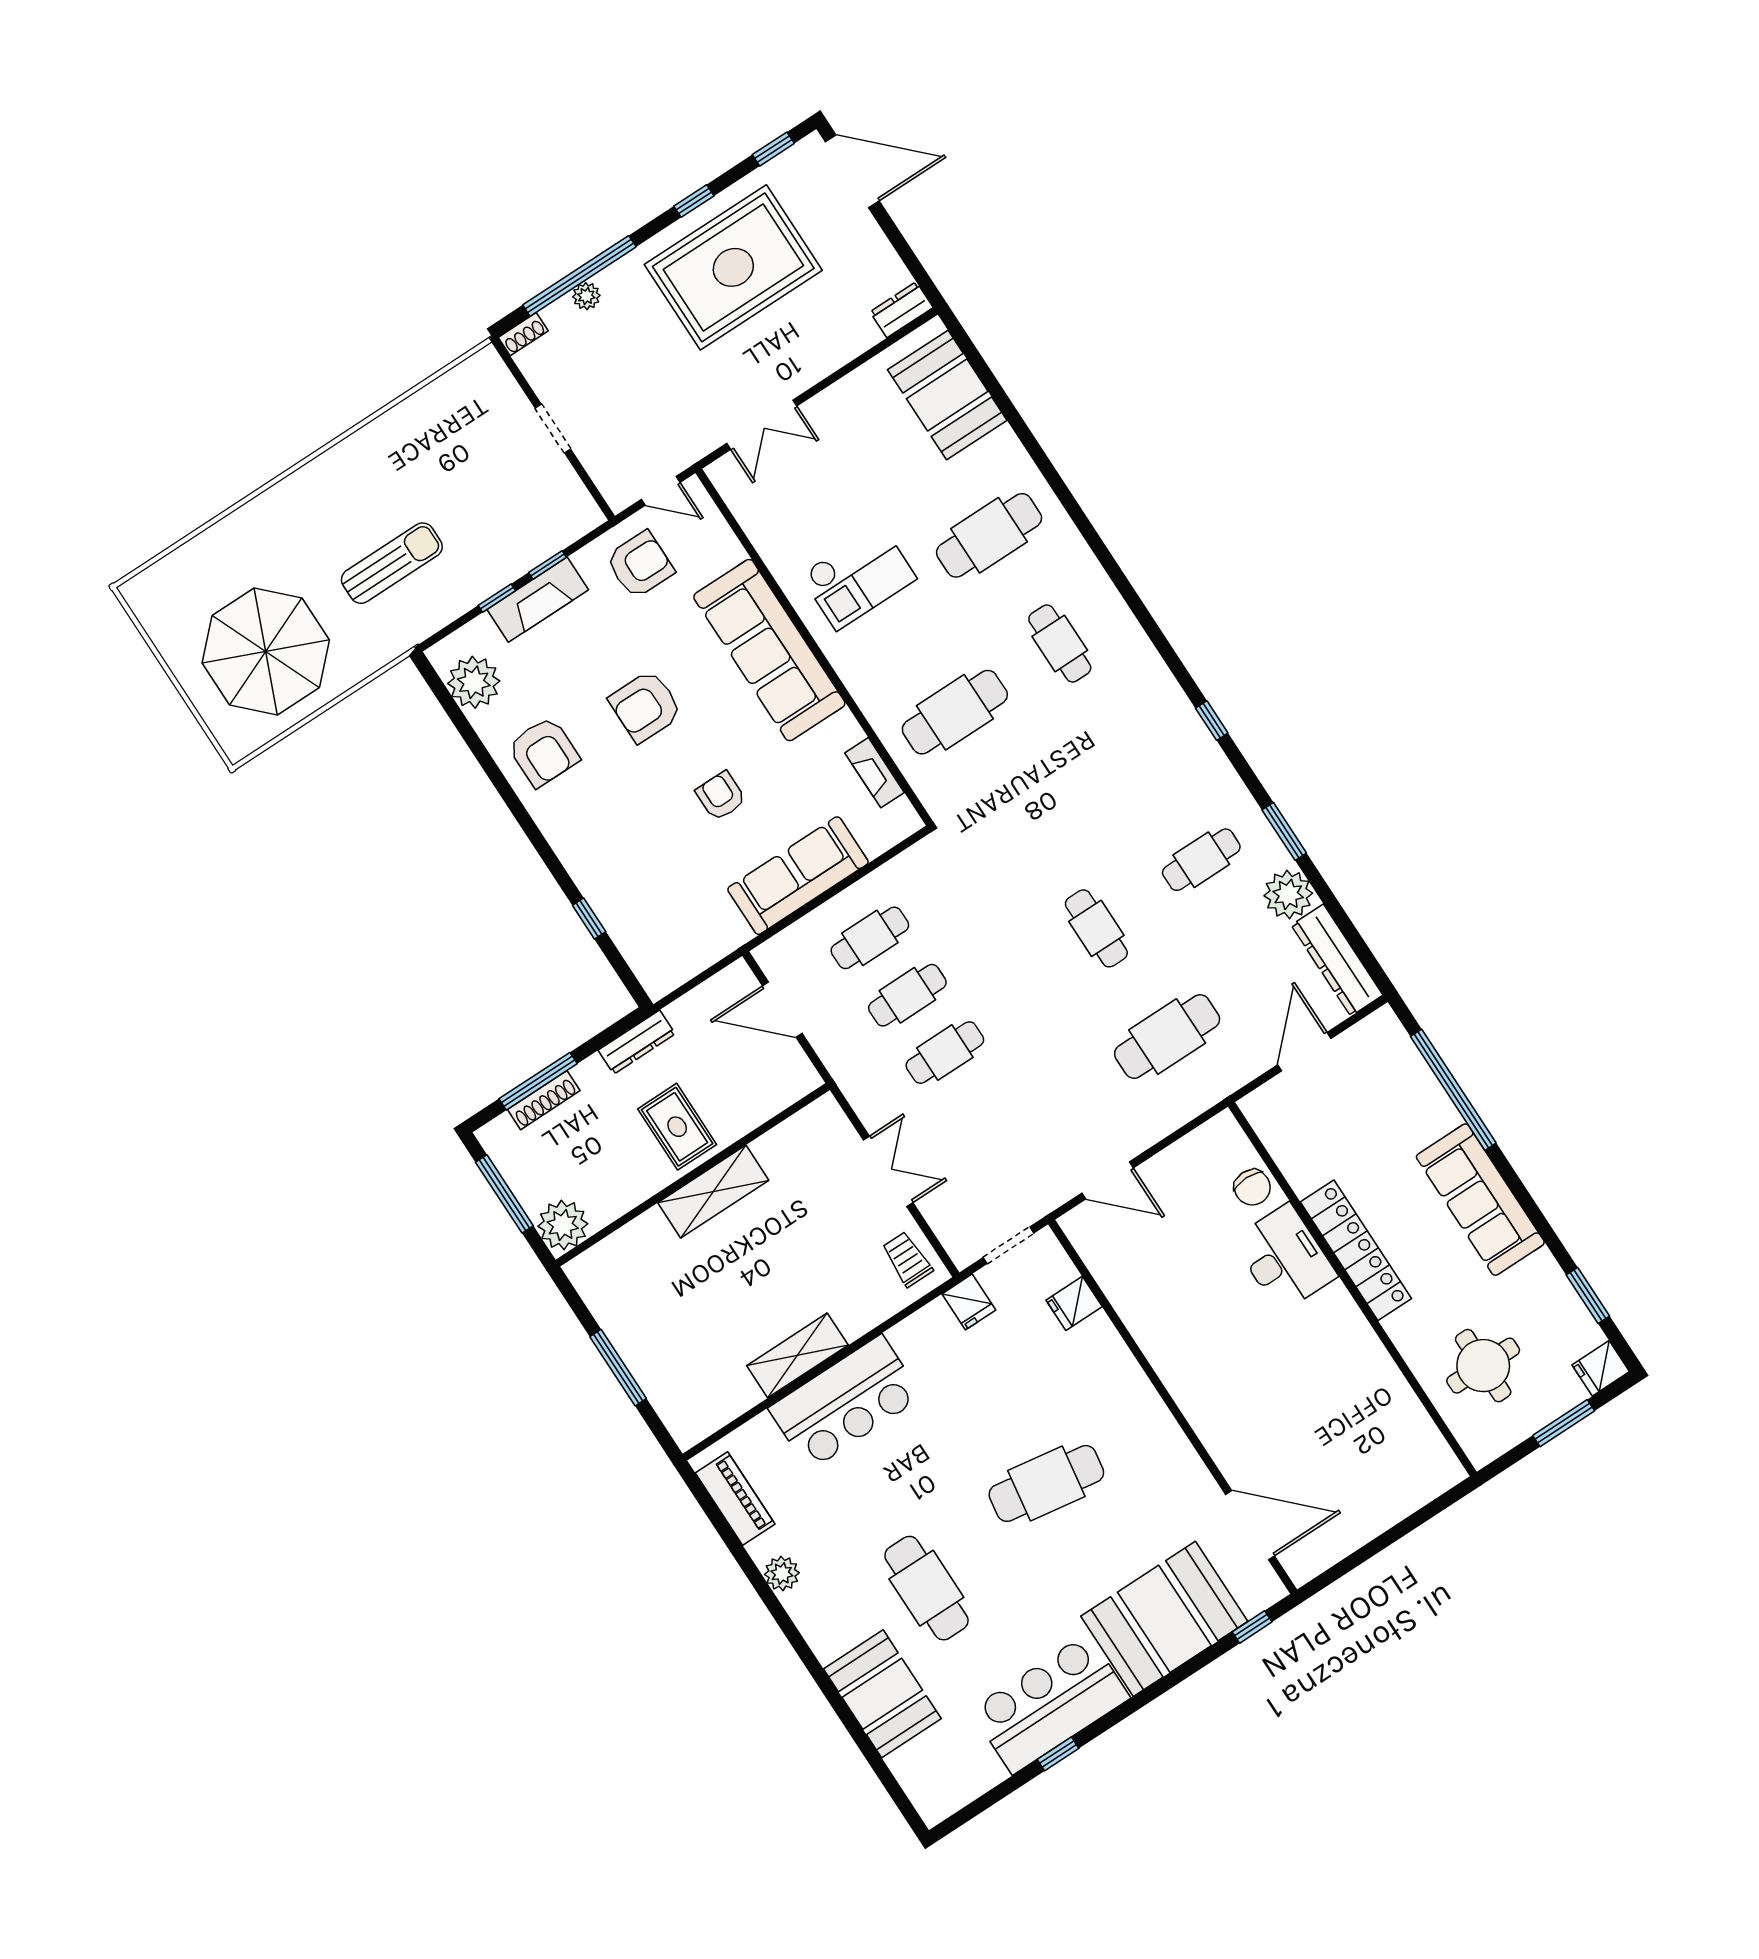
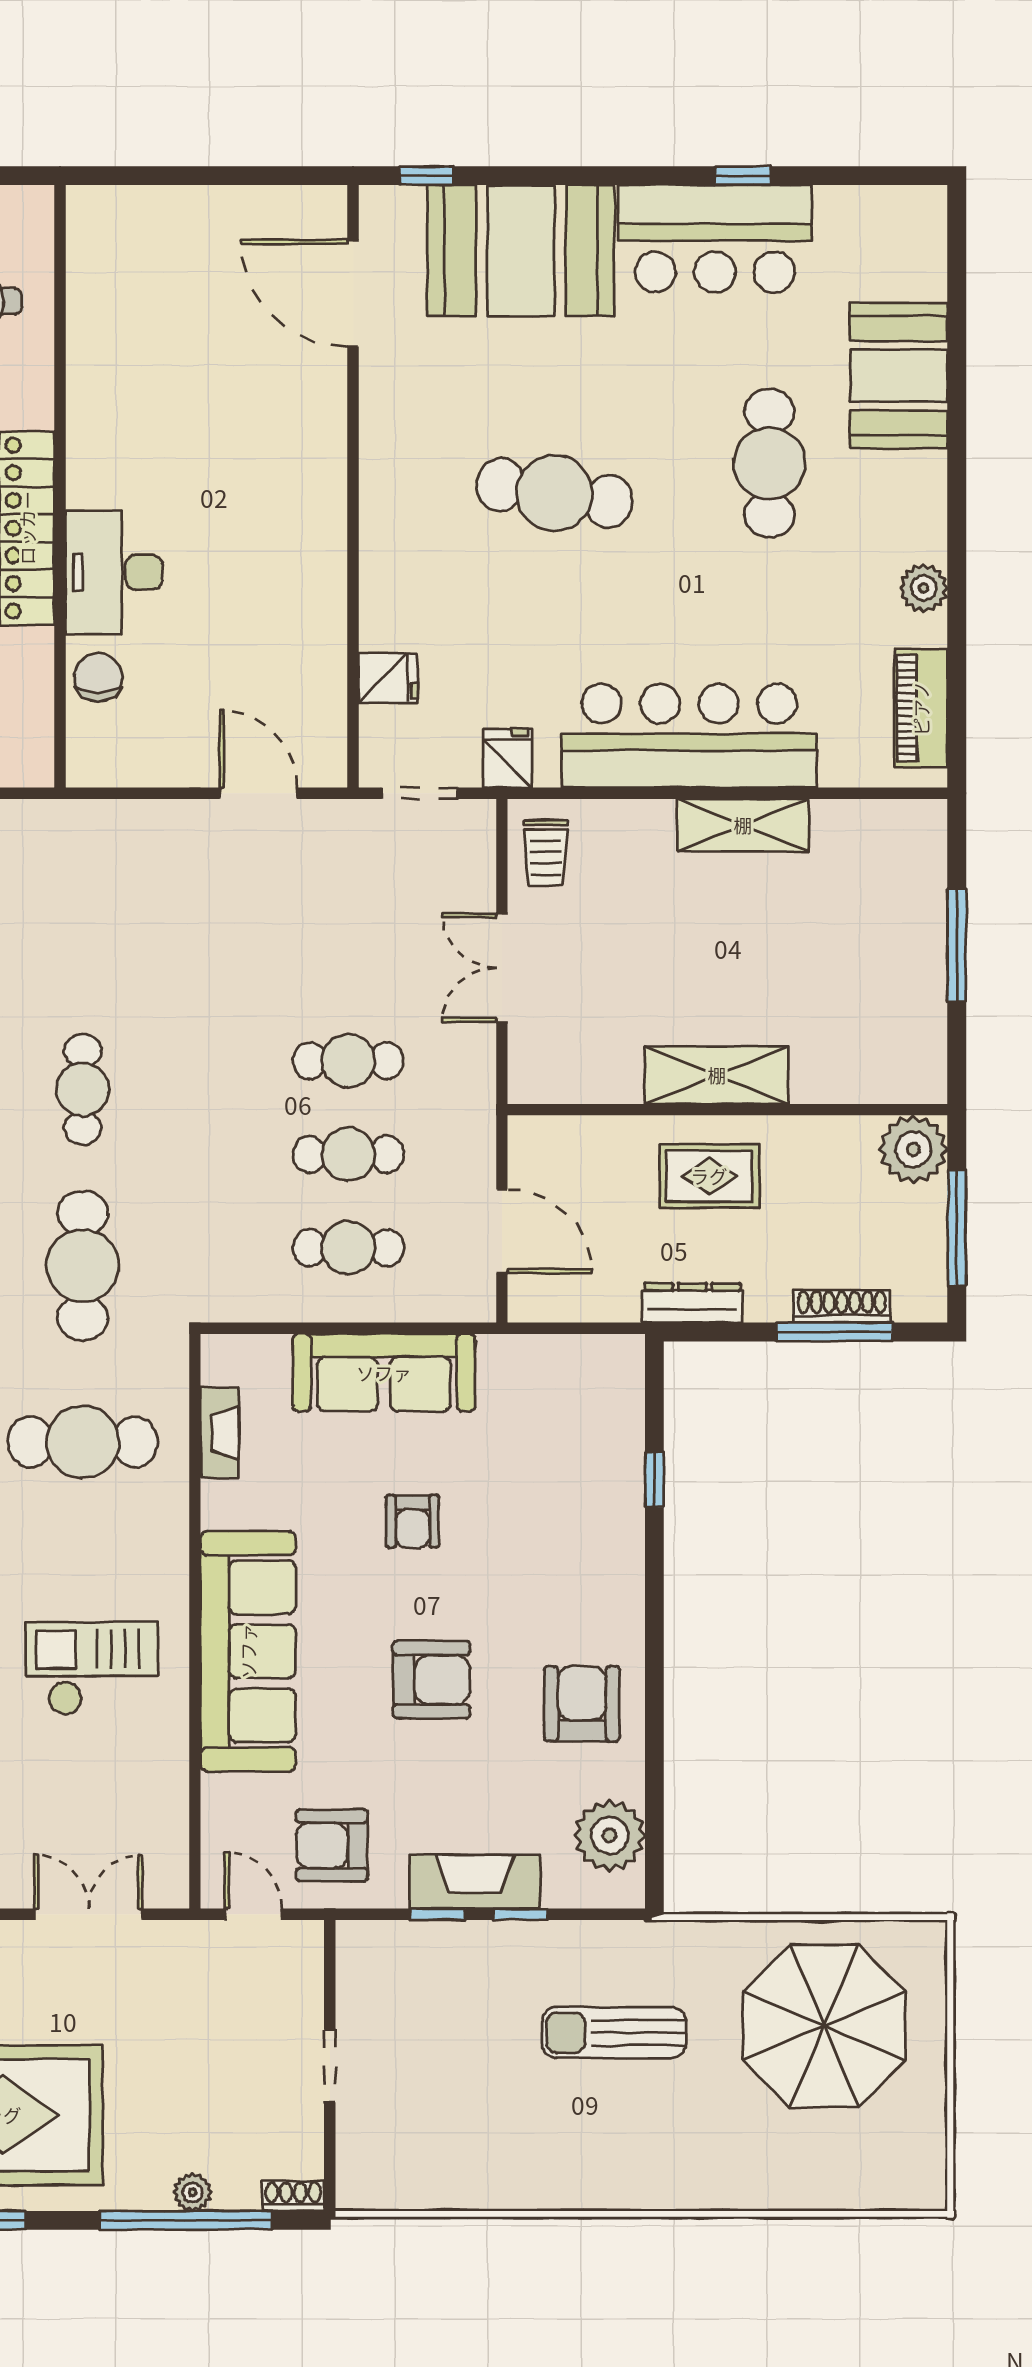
cafe table: (1167, 1037) -> (83, 1266), moved, turned 90
rug: (677, 1127) -> (709, 1176), turned 90
bar counter: (845, 1402) -> (689, 736), width x1.36

